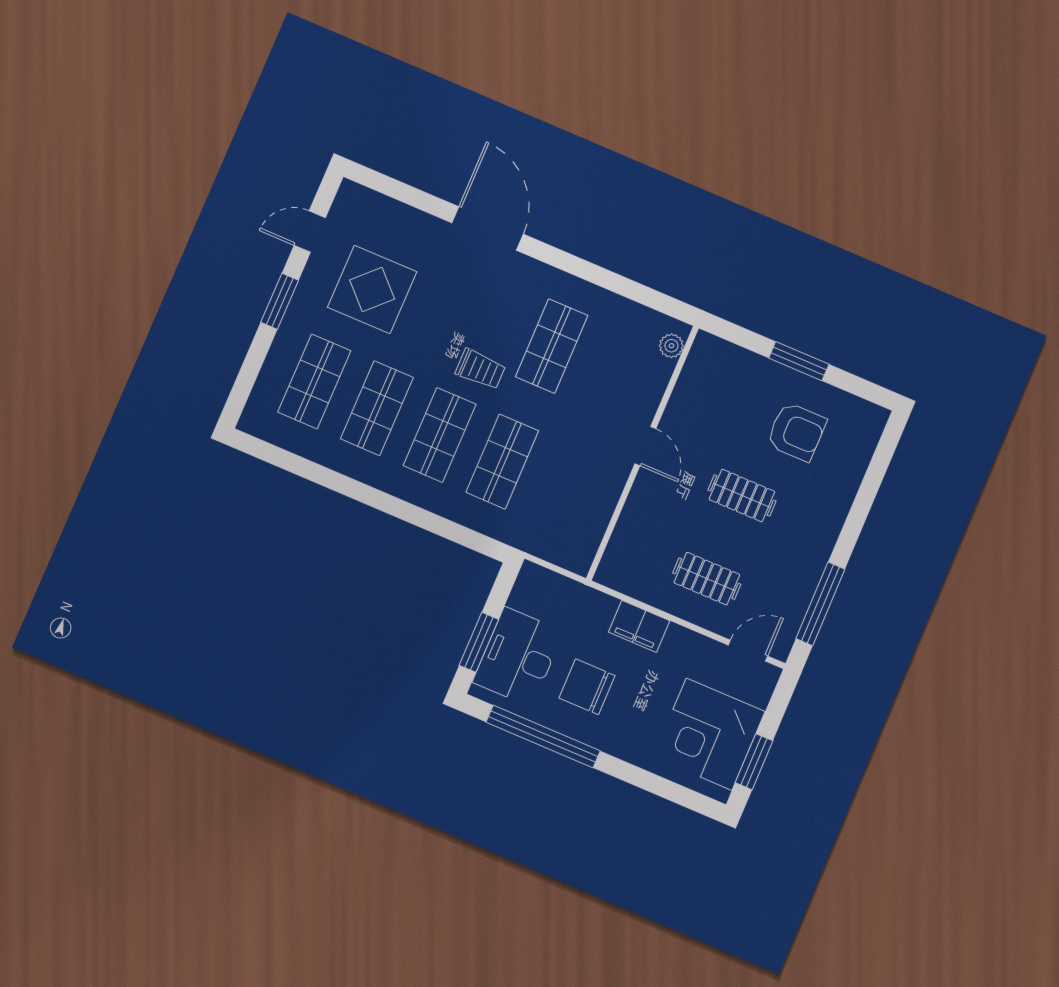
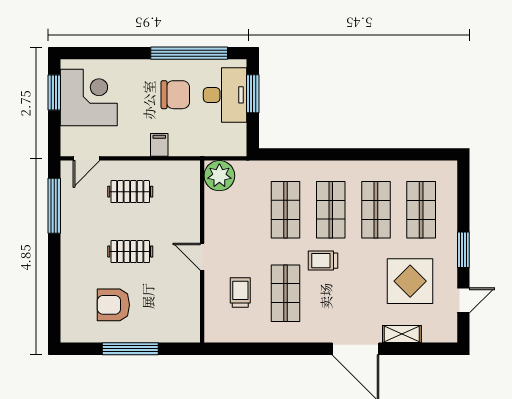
shelving: (415, 221) -> (402, 334), added
plant: (671, 346) -> (219, 176), moved, width x1.88, depth x1.88
window: (799, 361) -> (130, 349), width x1.44
trolley: (614, 374) -> (240, 292), added
filing cabinet: (639, 626) -> (159, 145), width x0.50

